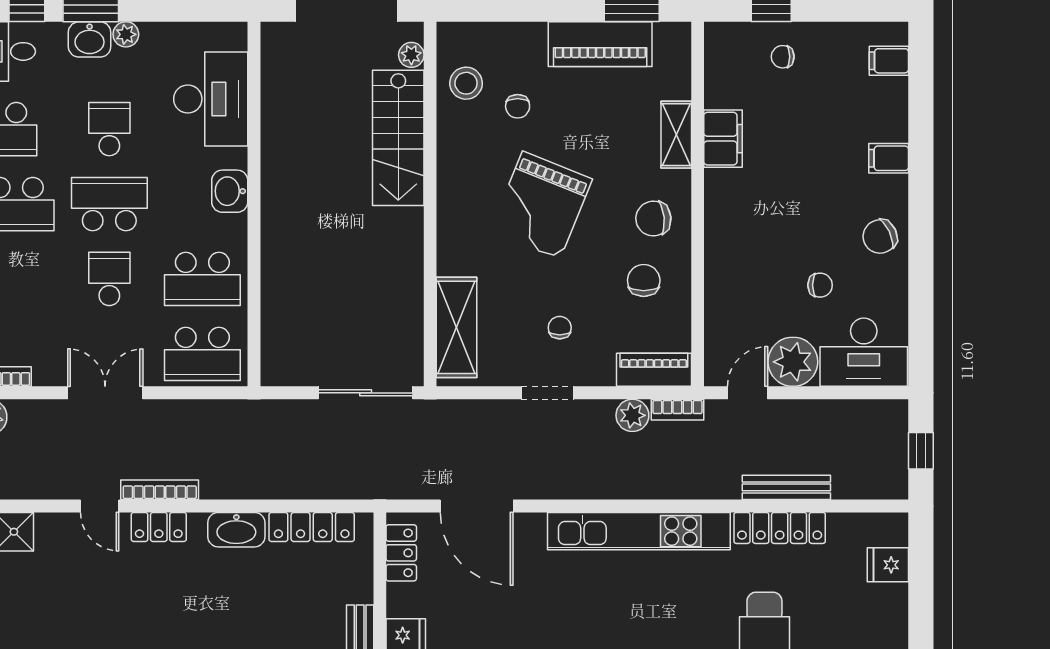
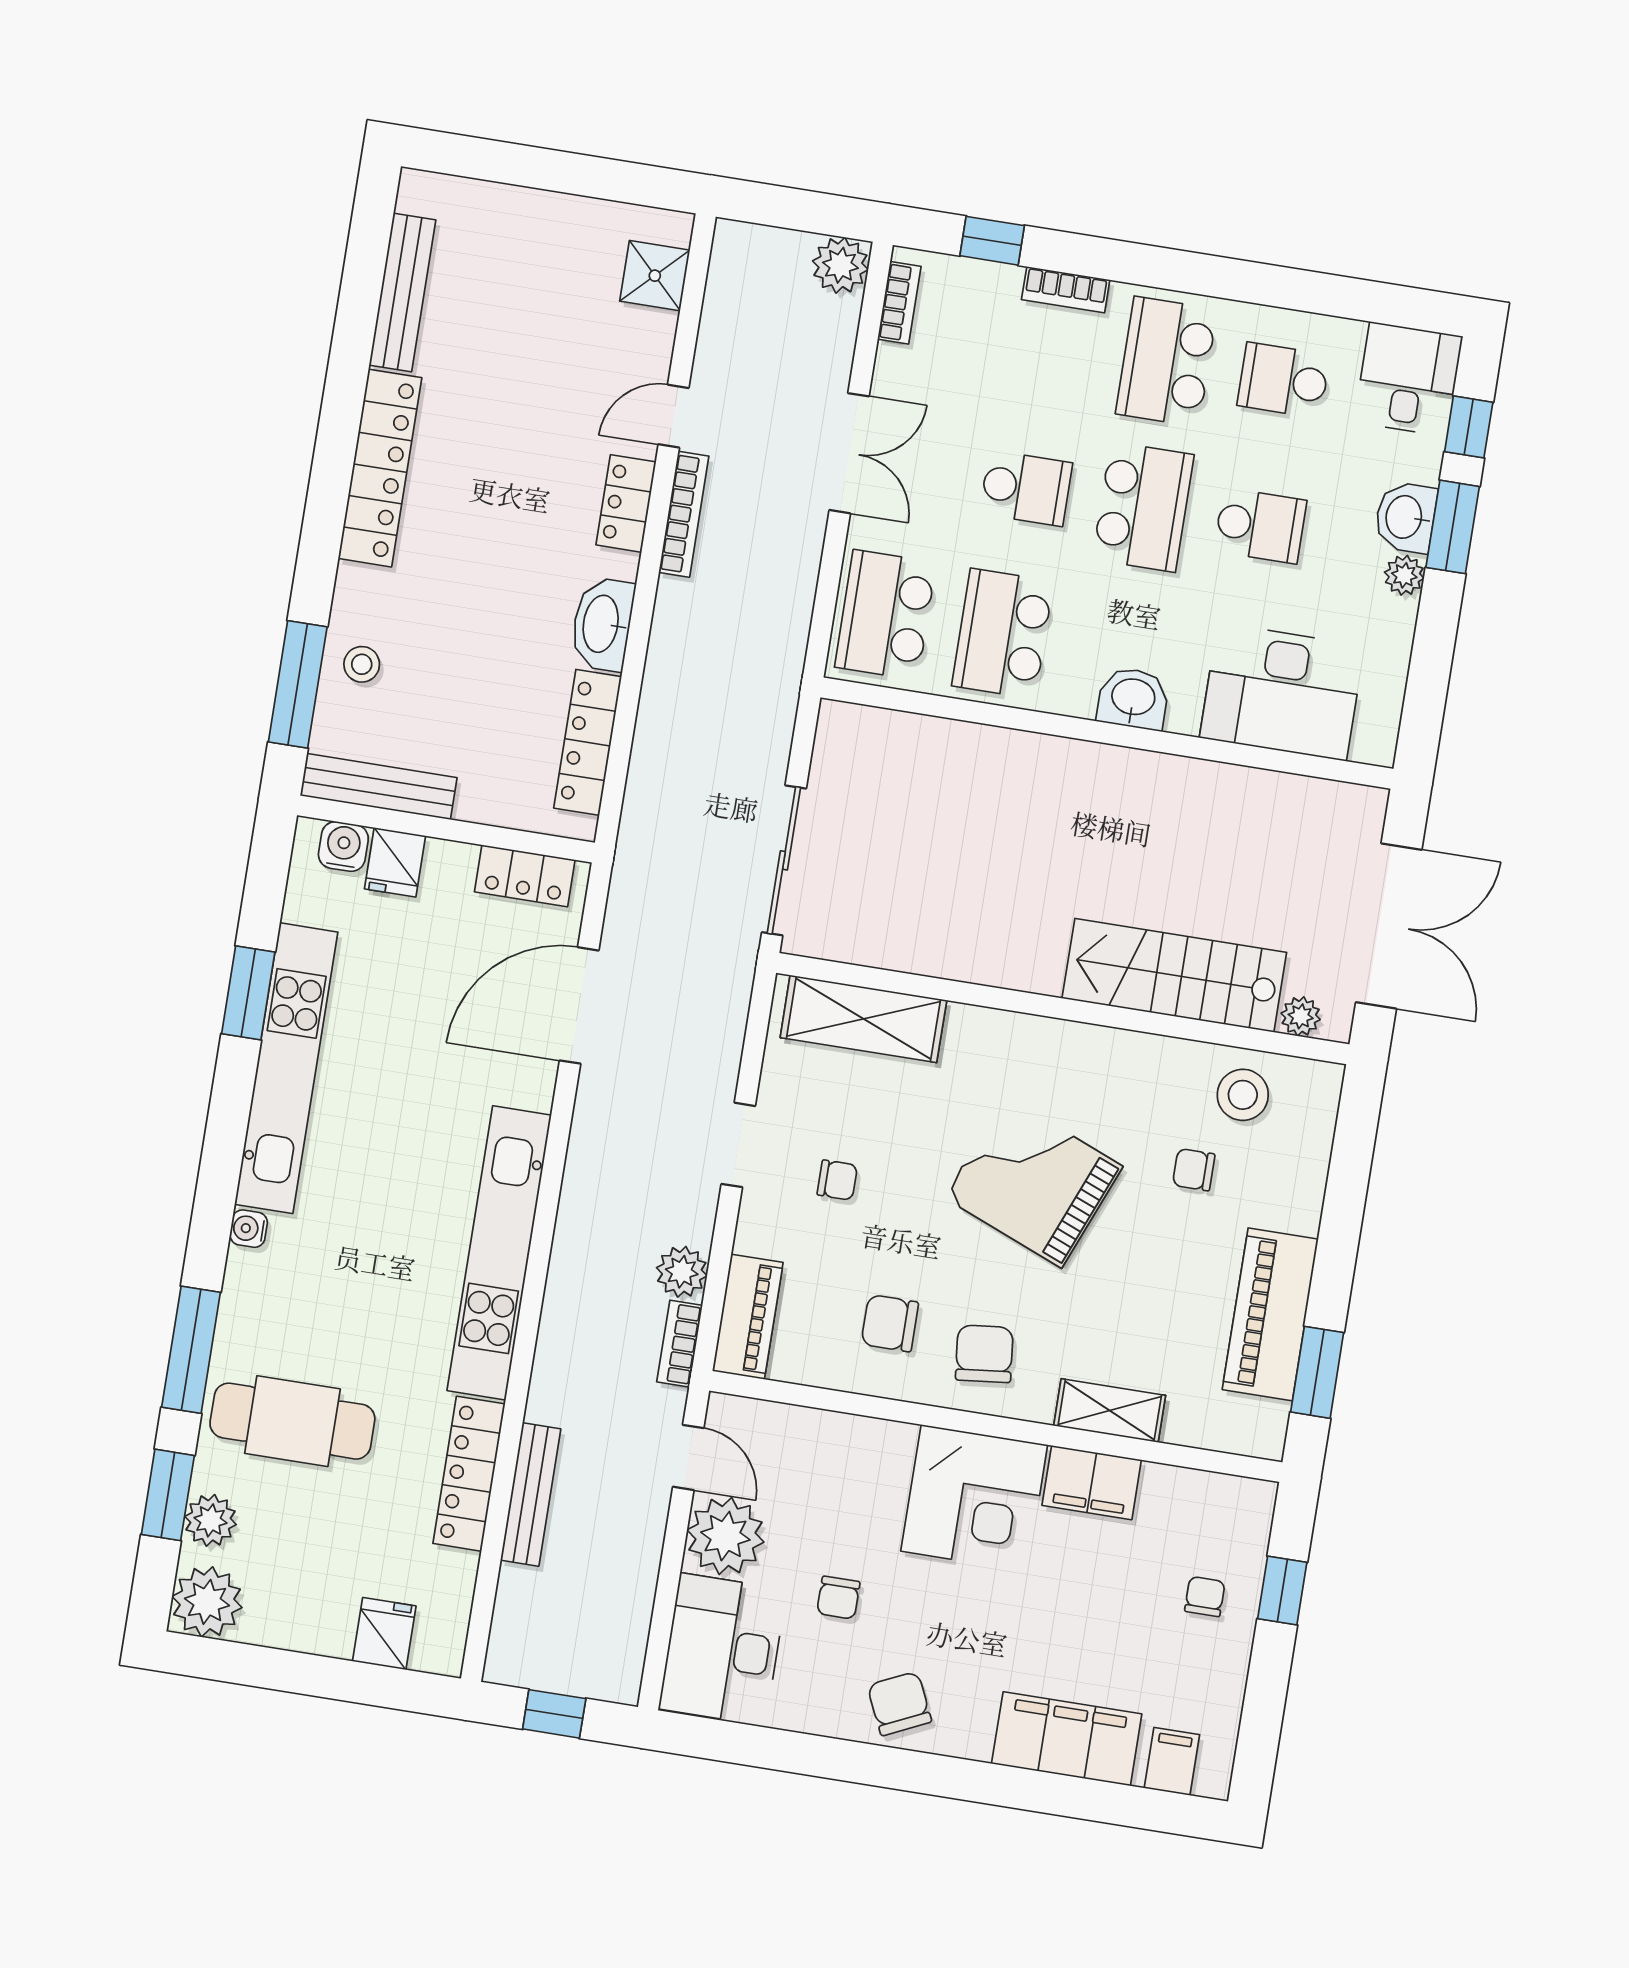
filing cabinet: (889, 158) -> (1067, 1739), width x3.00, depth x1.17
corner desk: (744, 210) -> (974, 1498), added
chair: (644, 280) -> (890, 1323), turned 180

